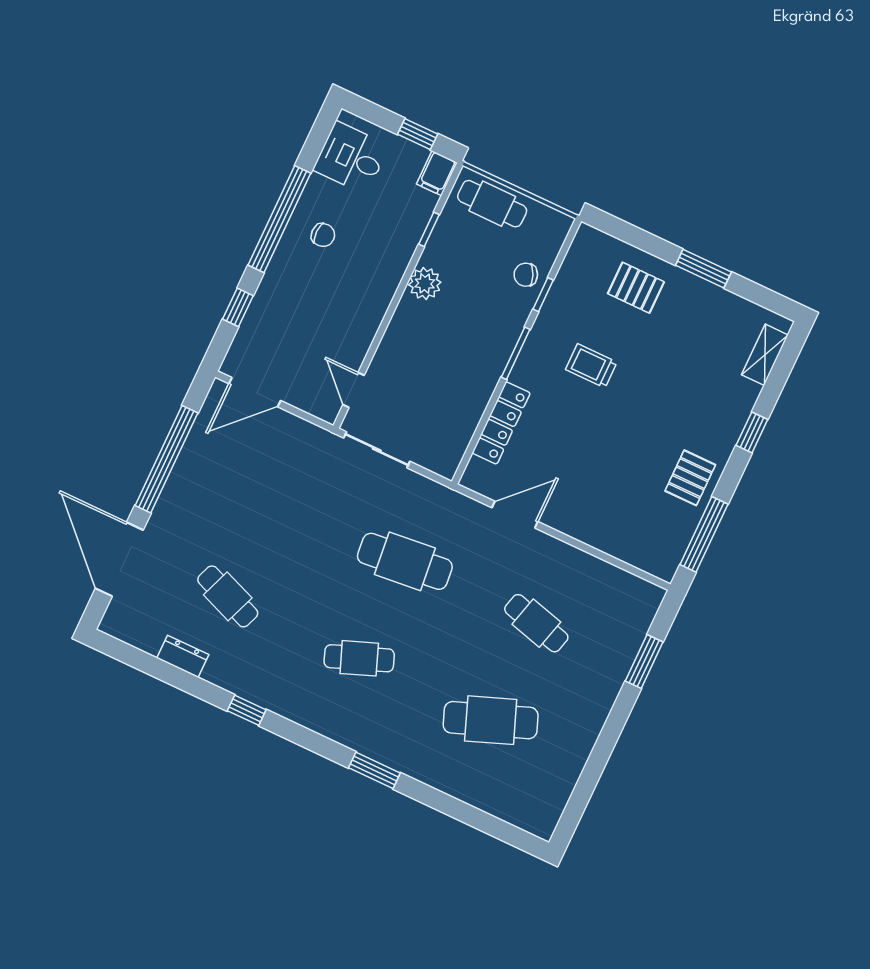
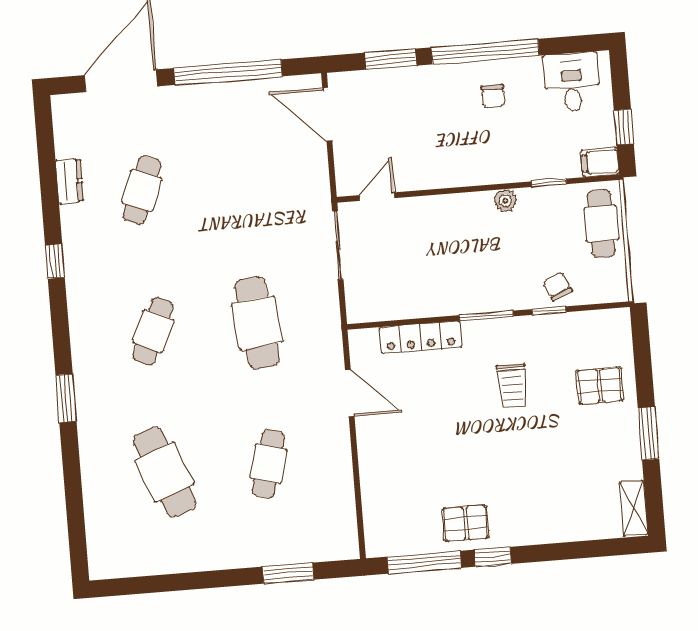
plant: (425, 283) -> (505, 201), width x0.73, depth x0.73
pallet: (636, 288) -> (600, 386), turned 90
window: (238, 307) -> (391, 59), width x1.50
shelving: (765, 355) -> (634, 508), moved, turned 90
trolley: (591, 366) -> (512, 386), turned 180
window: (752, 432) -> (493, 557), moved
cafe table: (359, 658) -> (153, 331), turned 45

